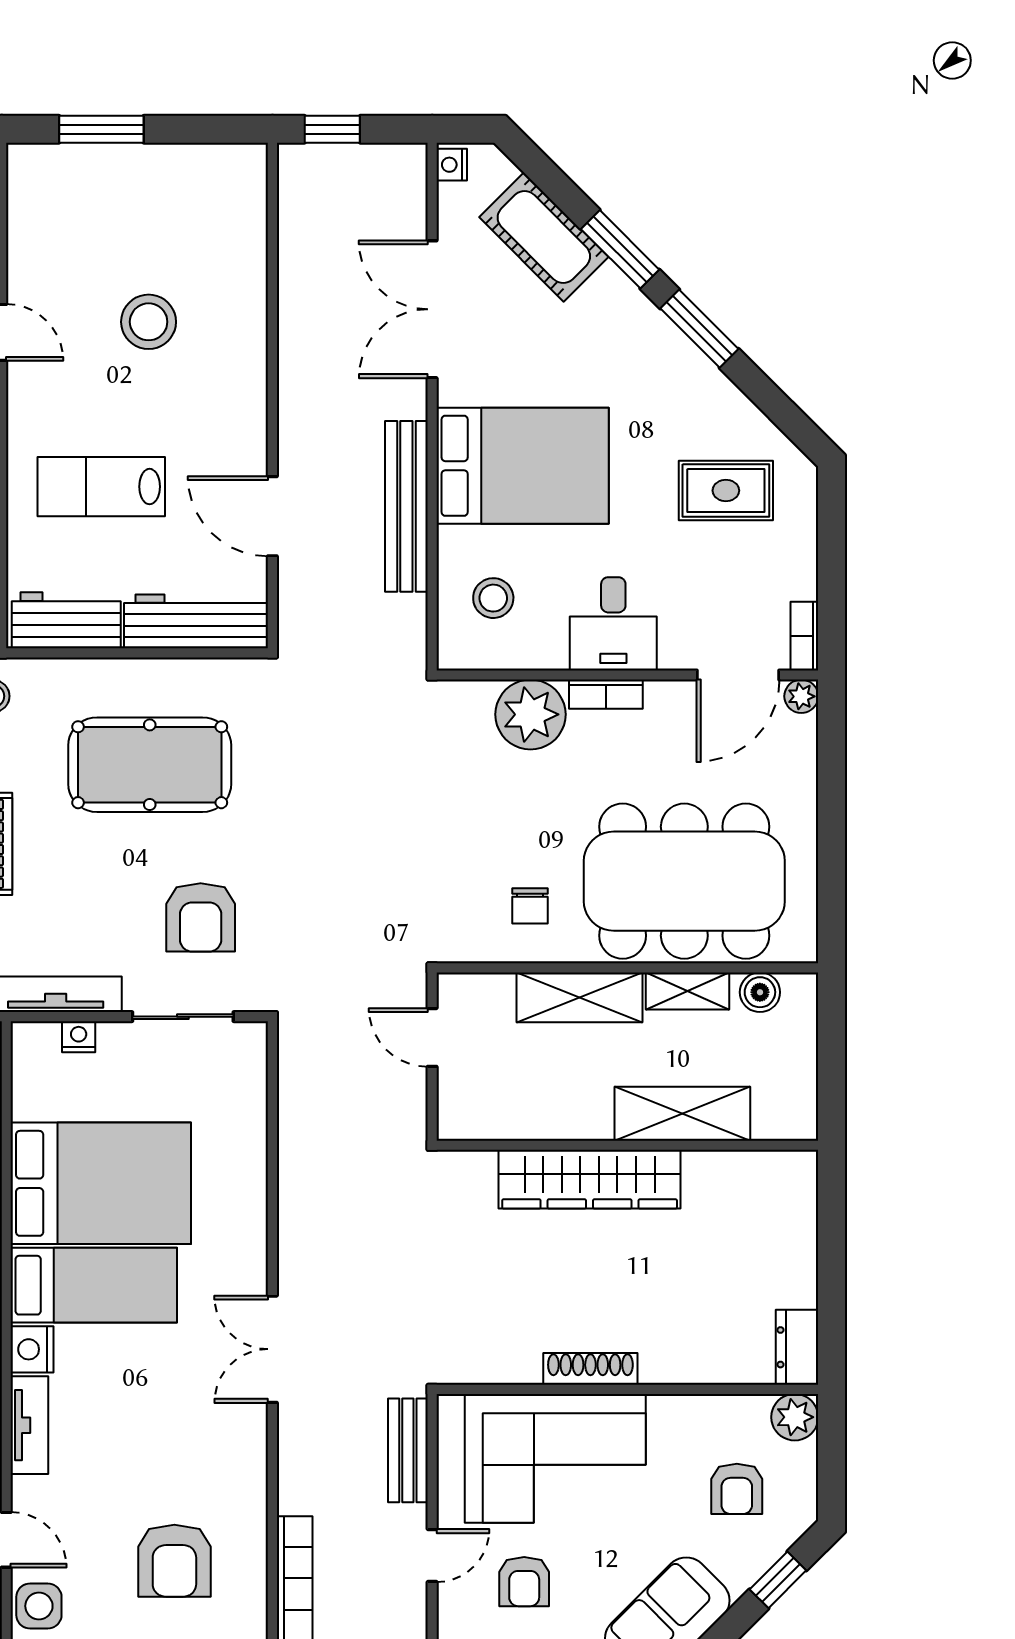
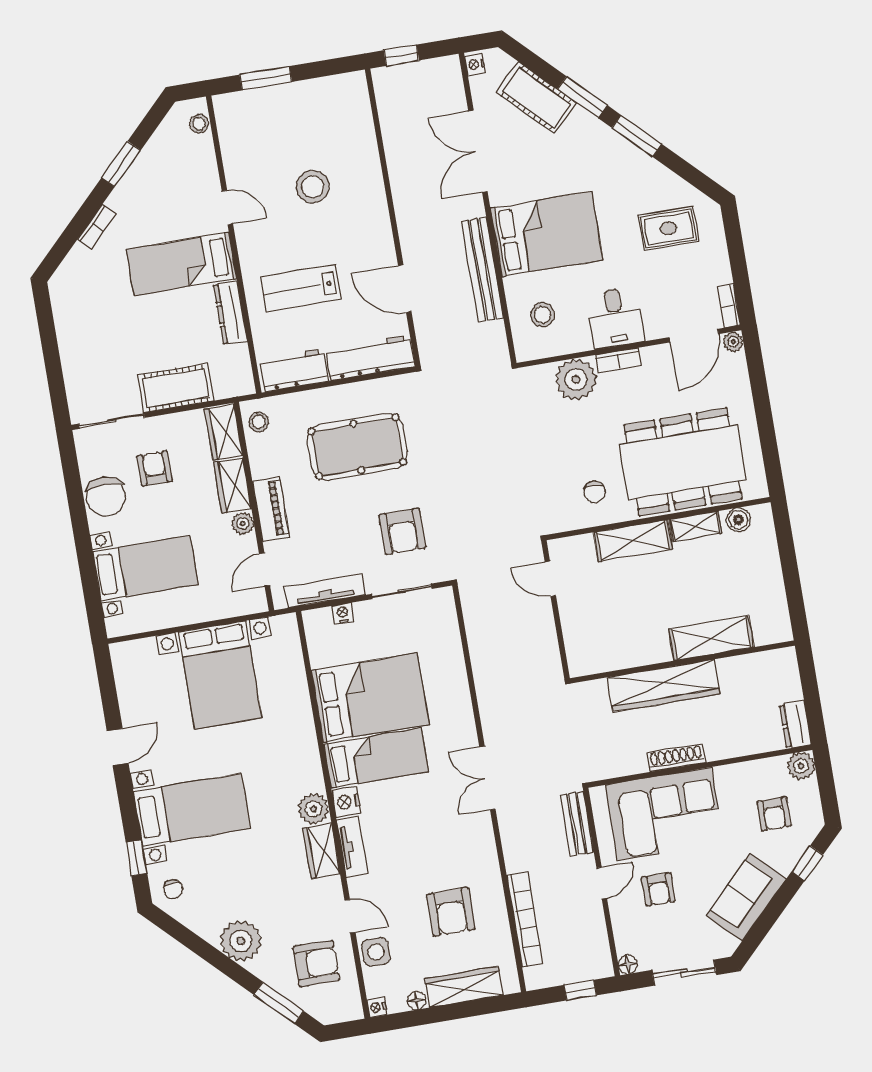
shelving: (682, 1114) -> (711, 638), moved
wall: (627, 1145) -> (682, 662), moved
wardrobe: (590, 1179) -> (663, 686), moved

